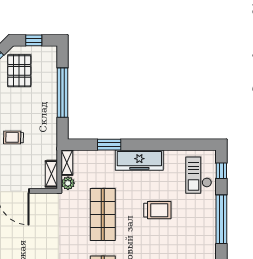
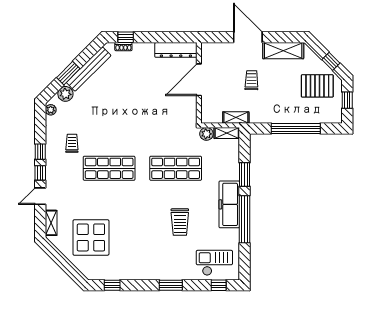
window: (154, 145) -> (244, 219), added
shelving: (51, 174) -> (236, 118), moved
window: (221, 219) -> (171, 285), width x0.47

